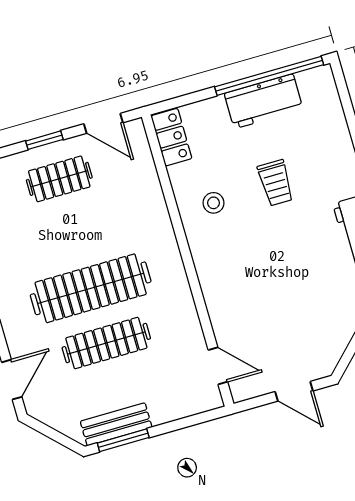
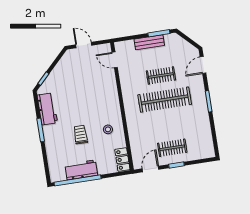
door: (103, 123) -> (151, 169), hinge flipped
clothes rail: (106, 343) -> (161, 76), width x0.73
bench: (116, 424) -> (149, 42), moved

